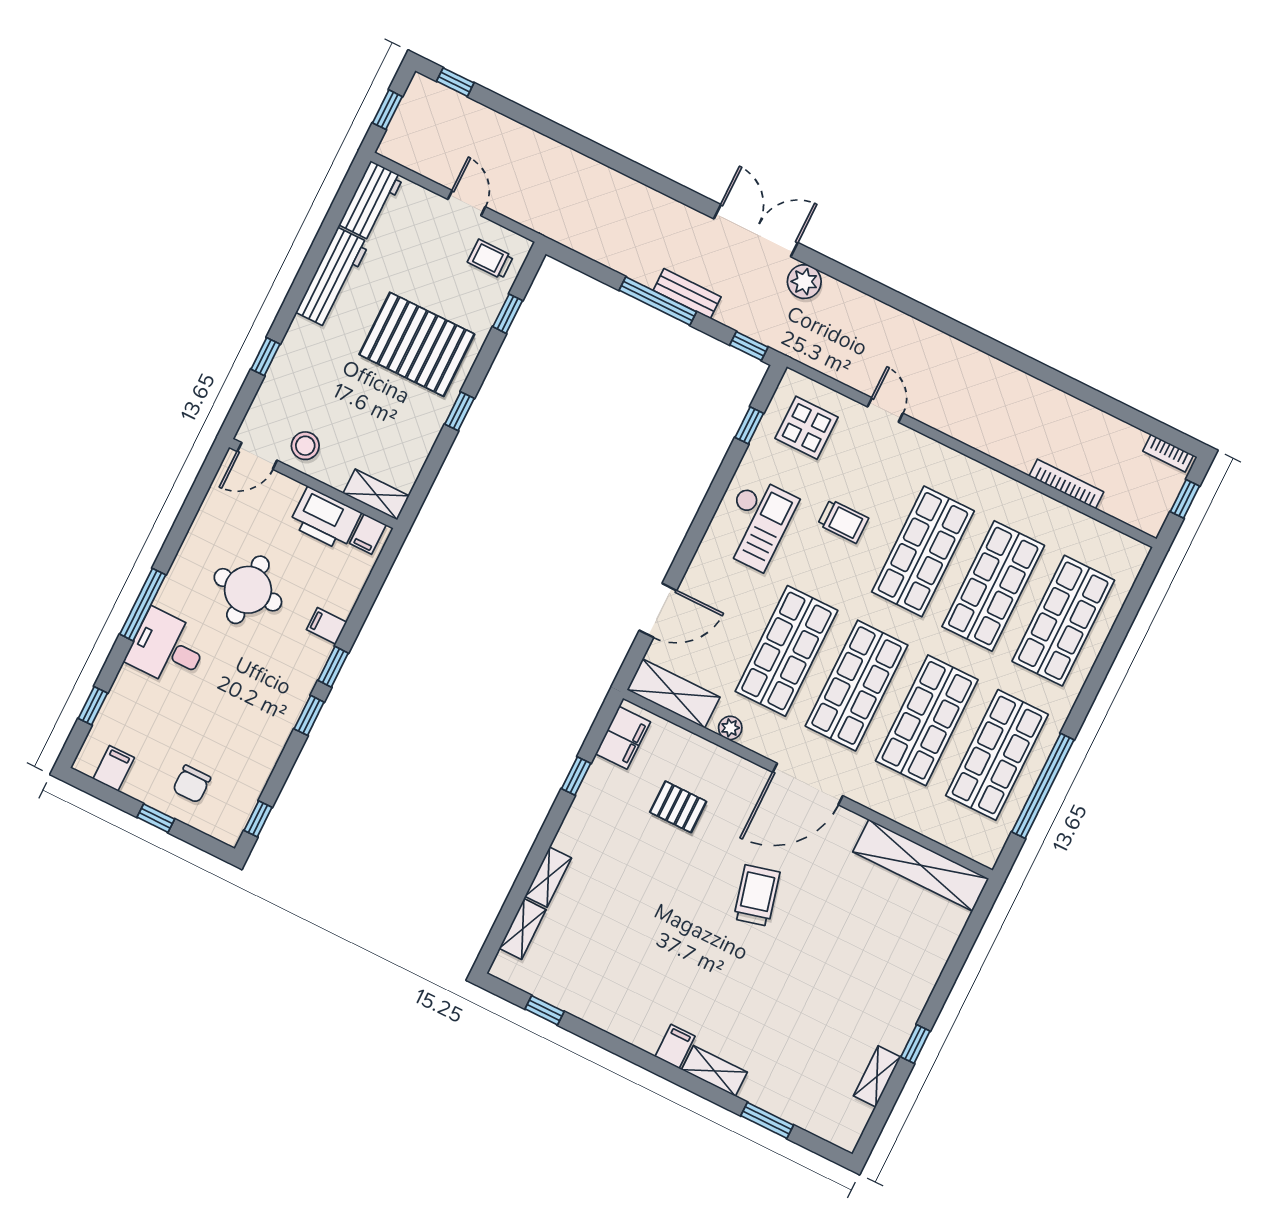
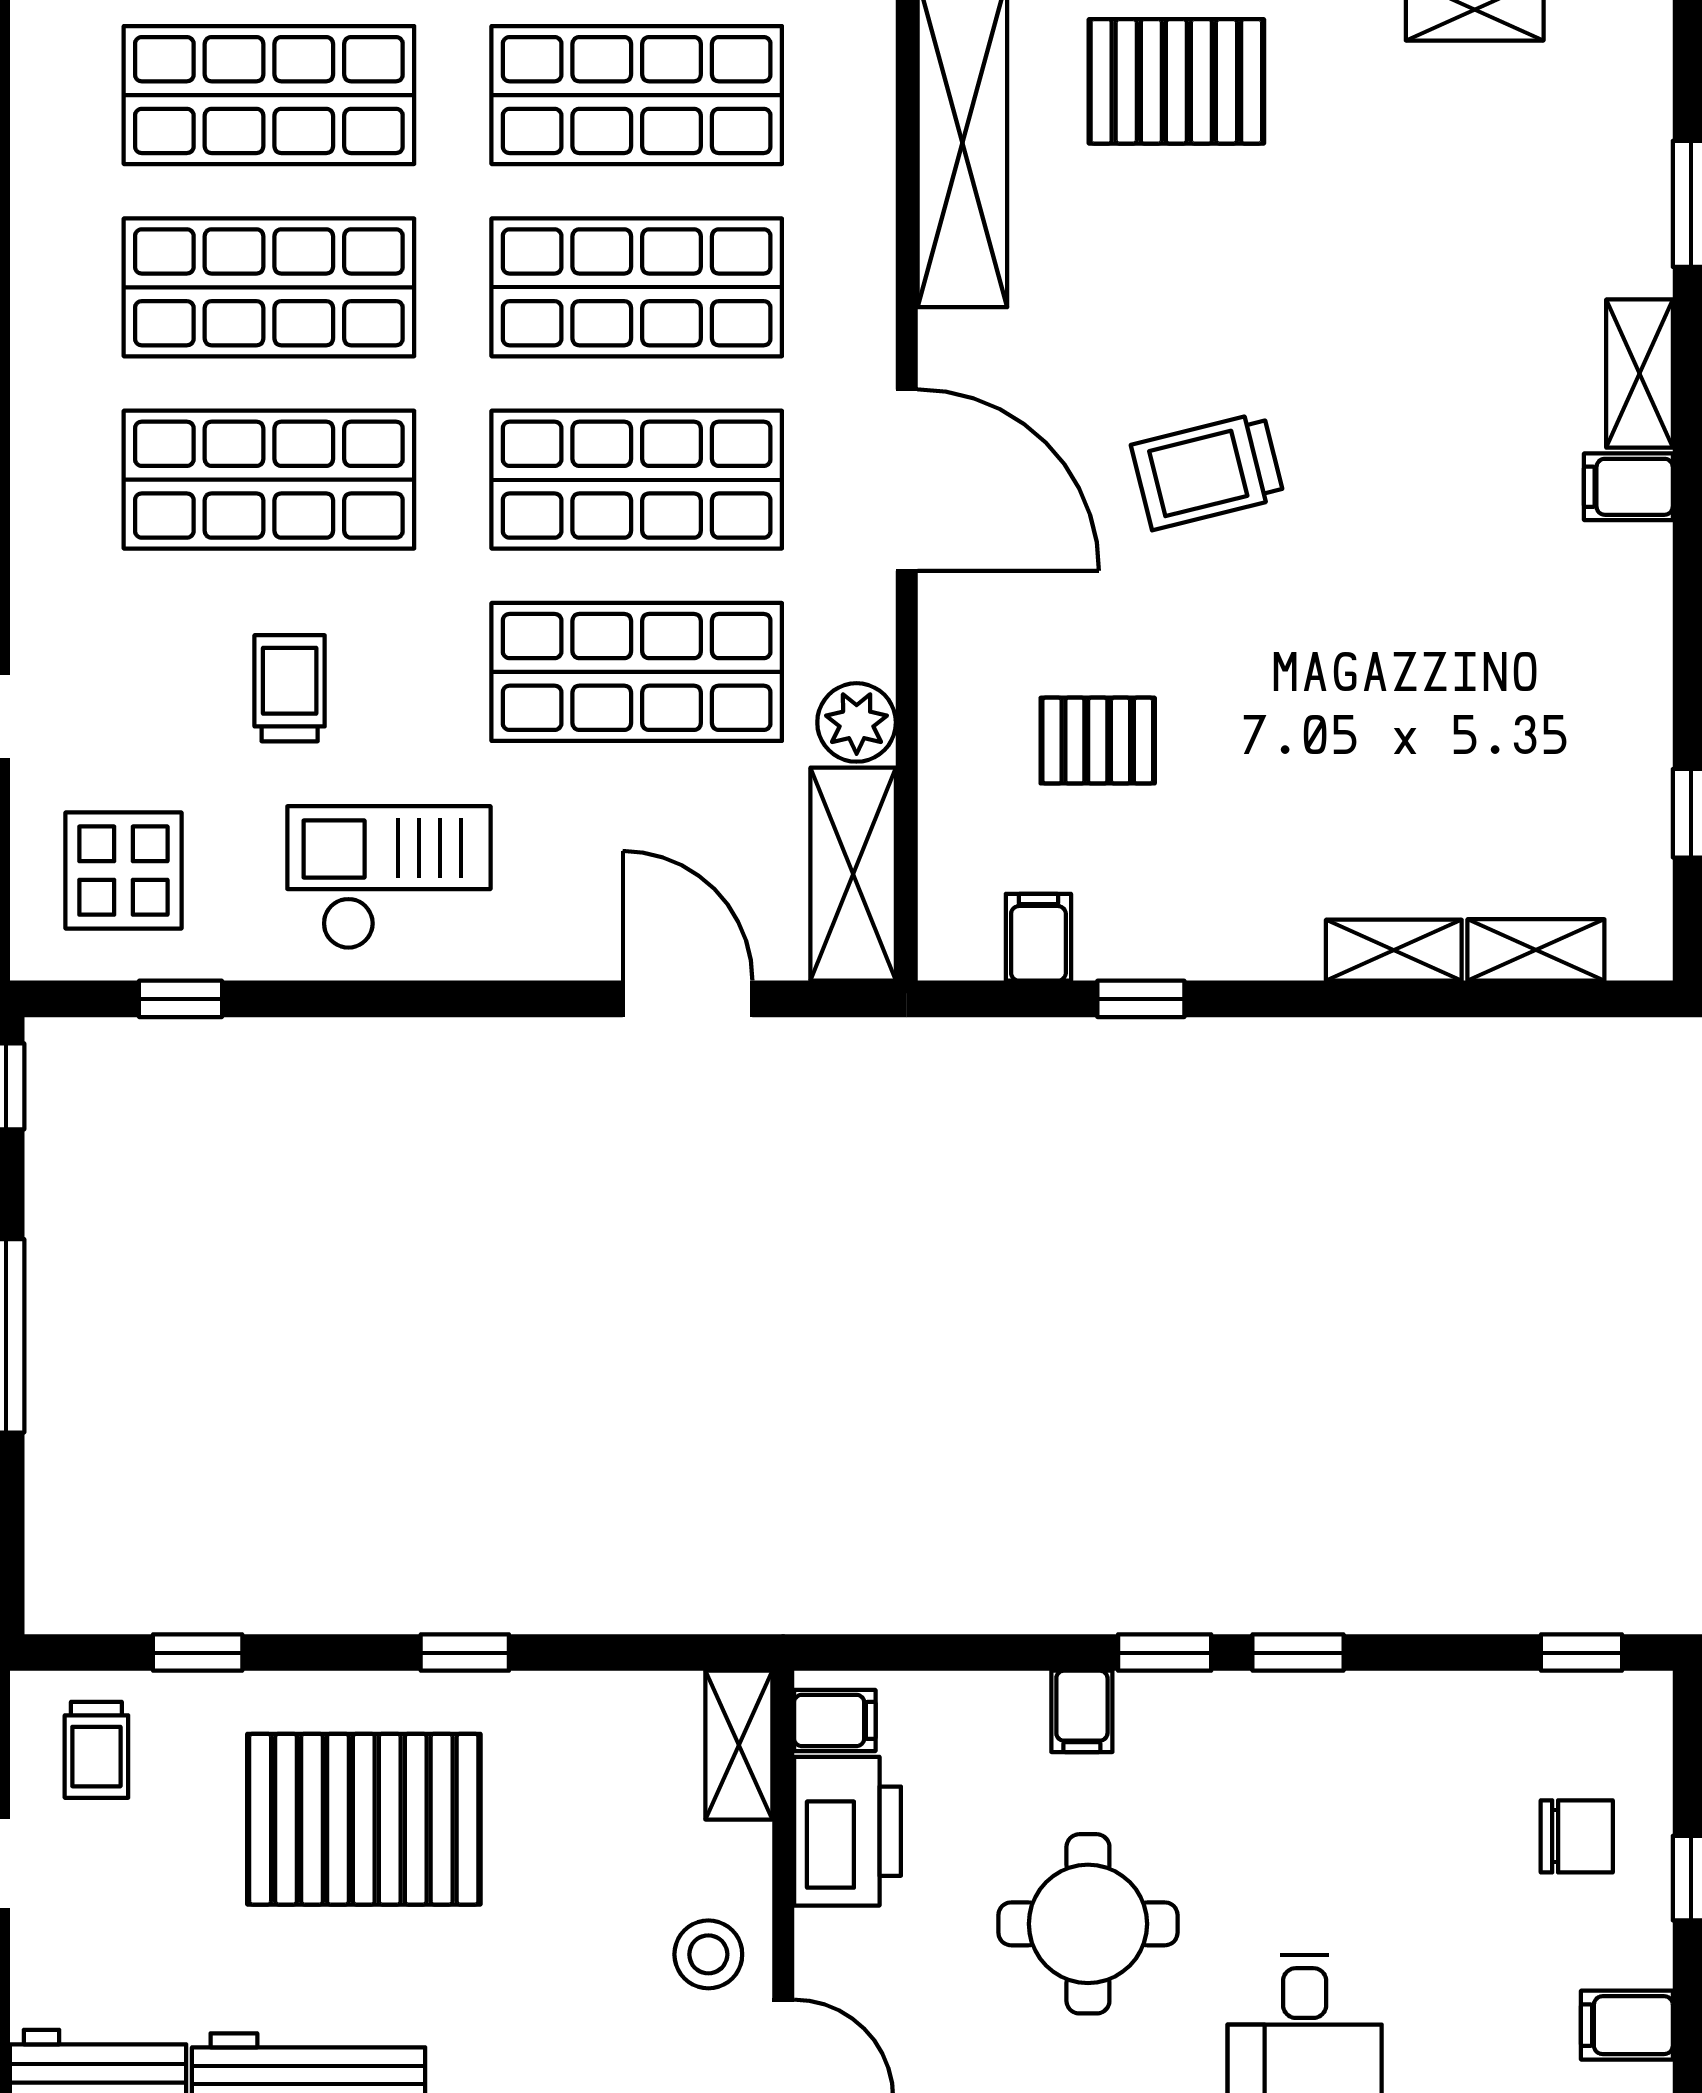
pallet: (417, 344) -> (364, 1819), turned 90
plant: (730, 728) -> (857, 722), width x1.38, depth x1.38
filing cabinet: (623, 738) -> (1038, 937), width x0.50
pallet: (678, 807) -> (1098, 741), turned 90
pallet: (905, 954) -> (1176, 81), added

